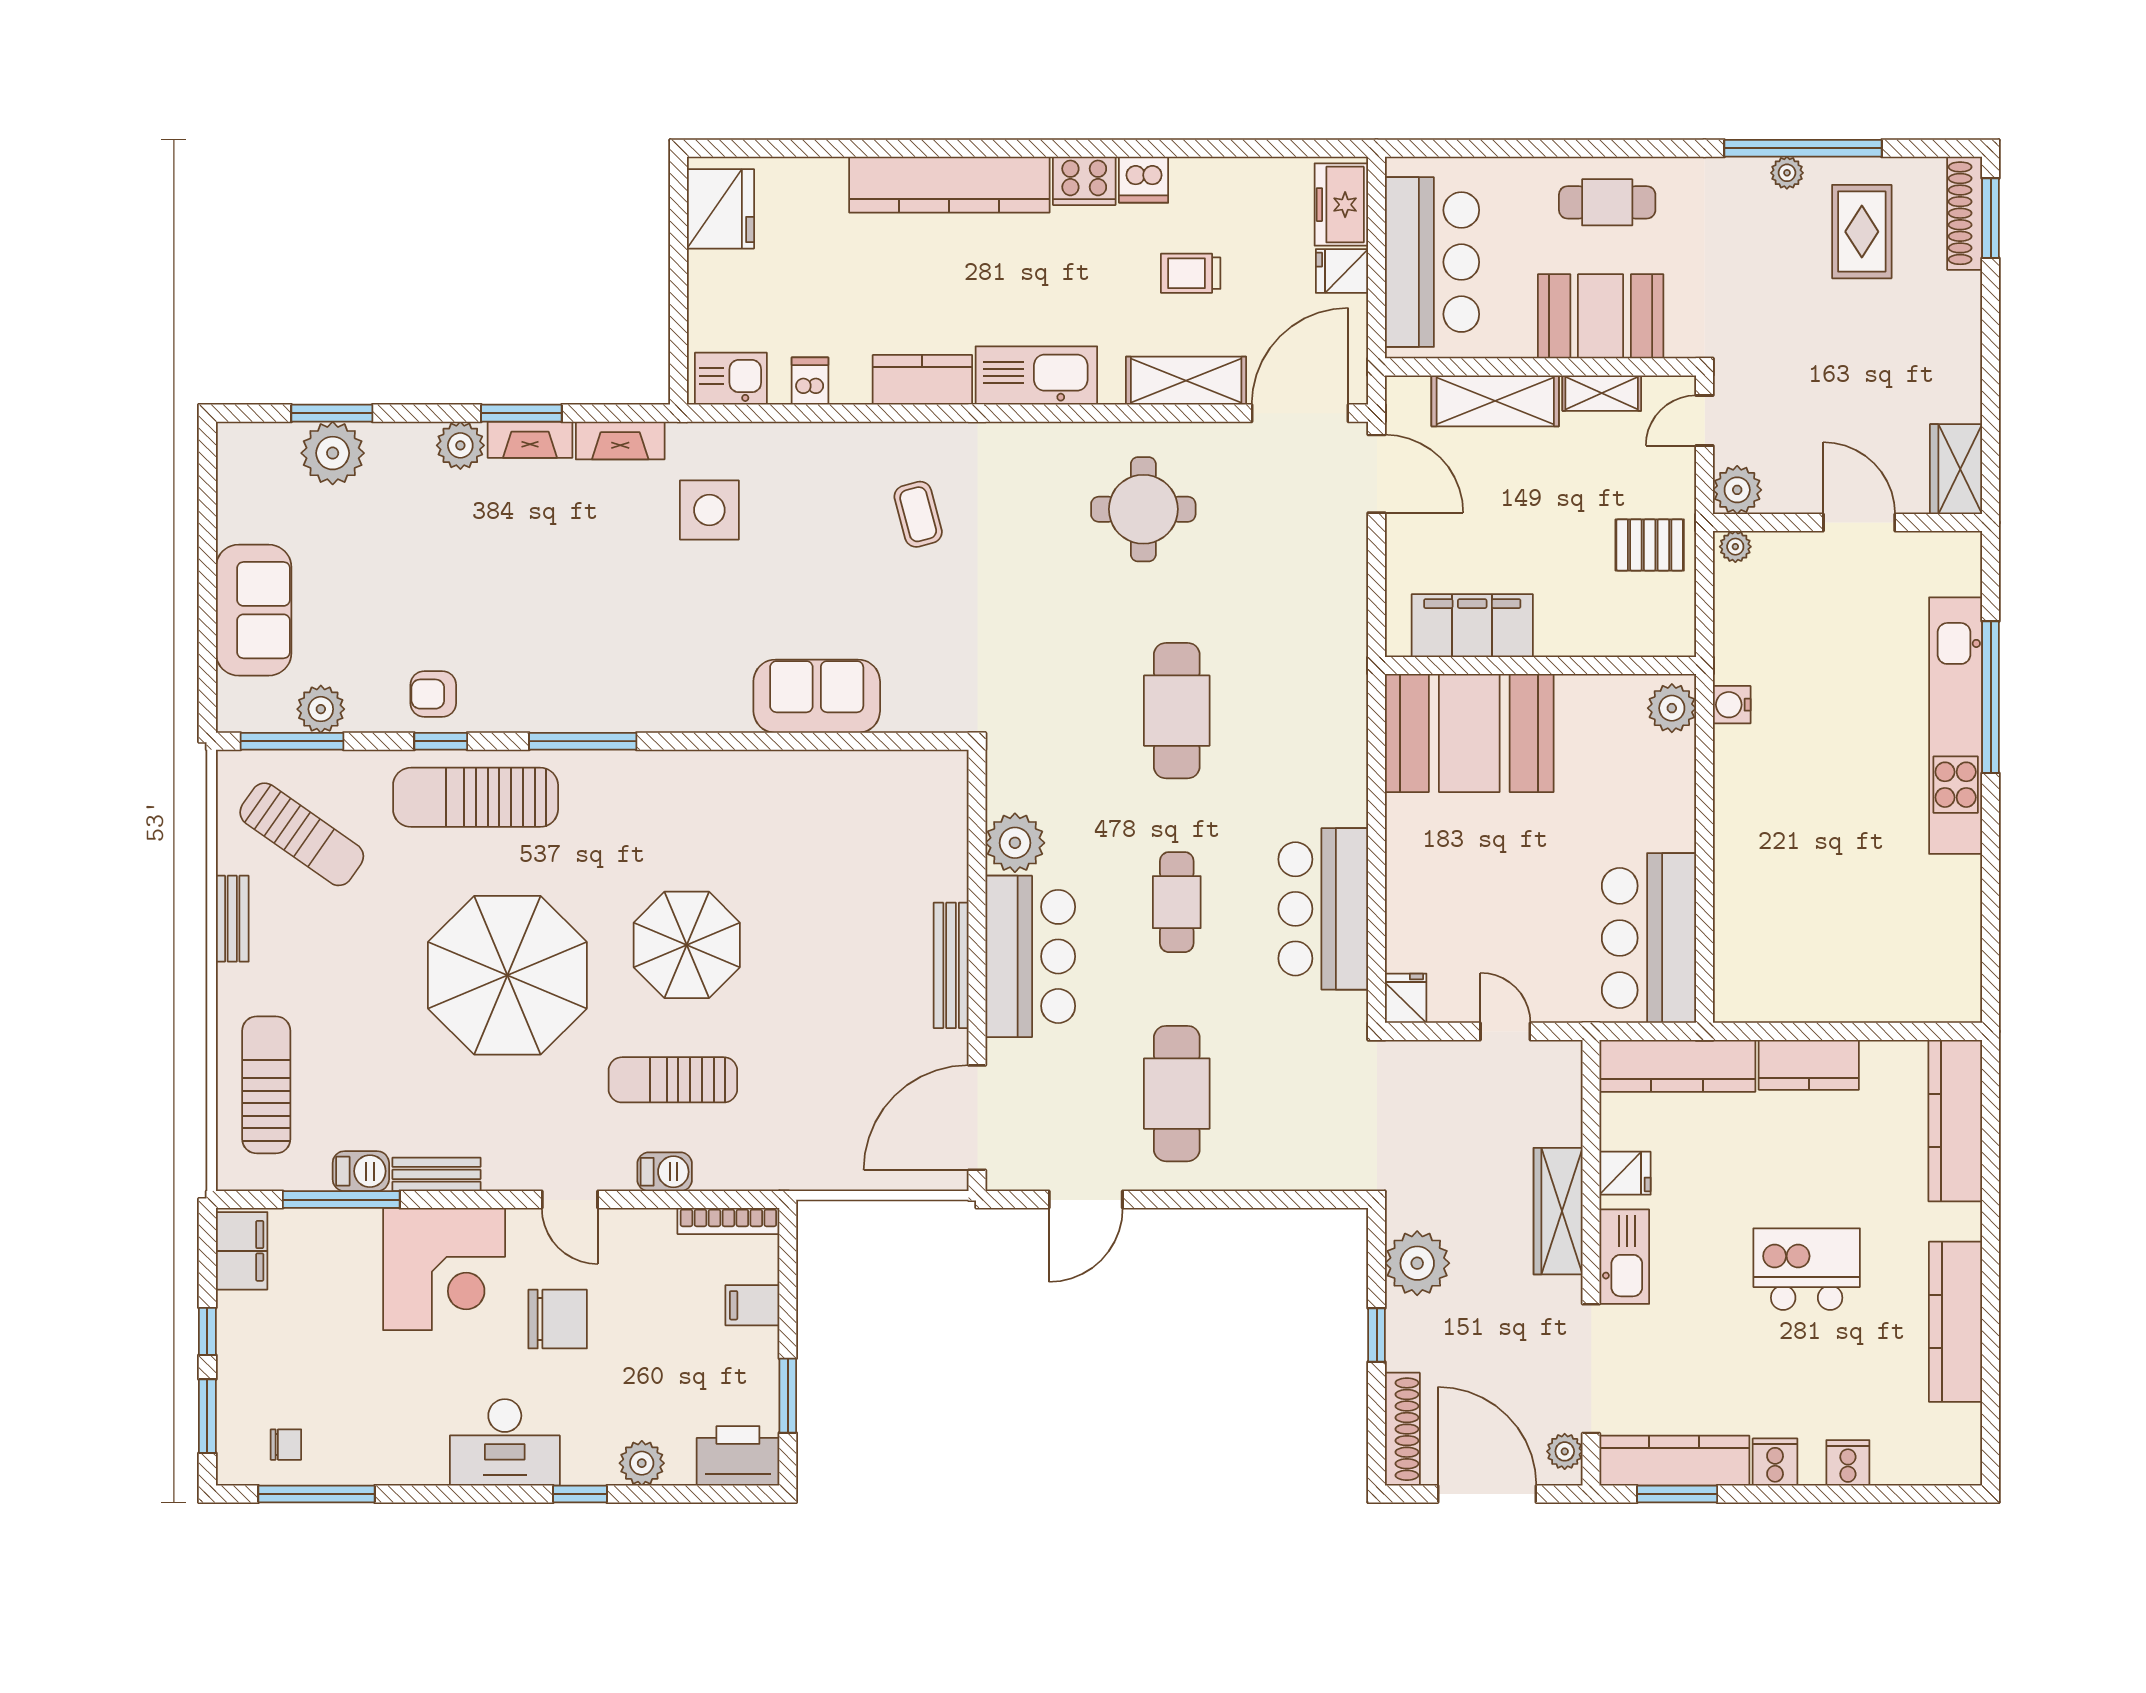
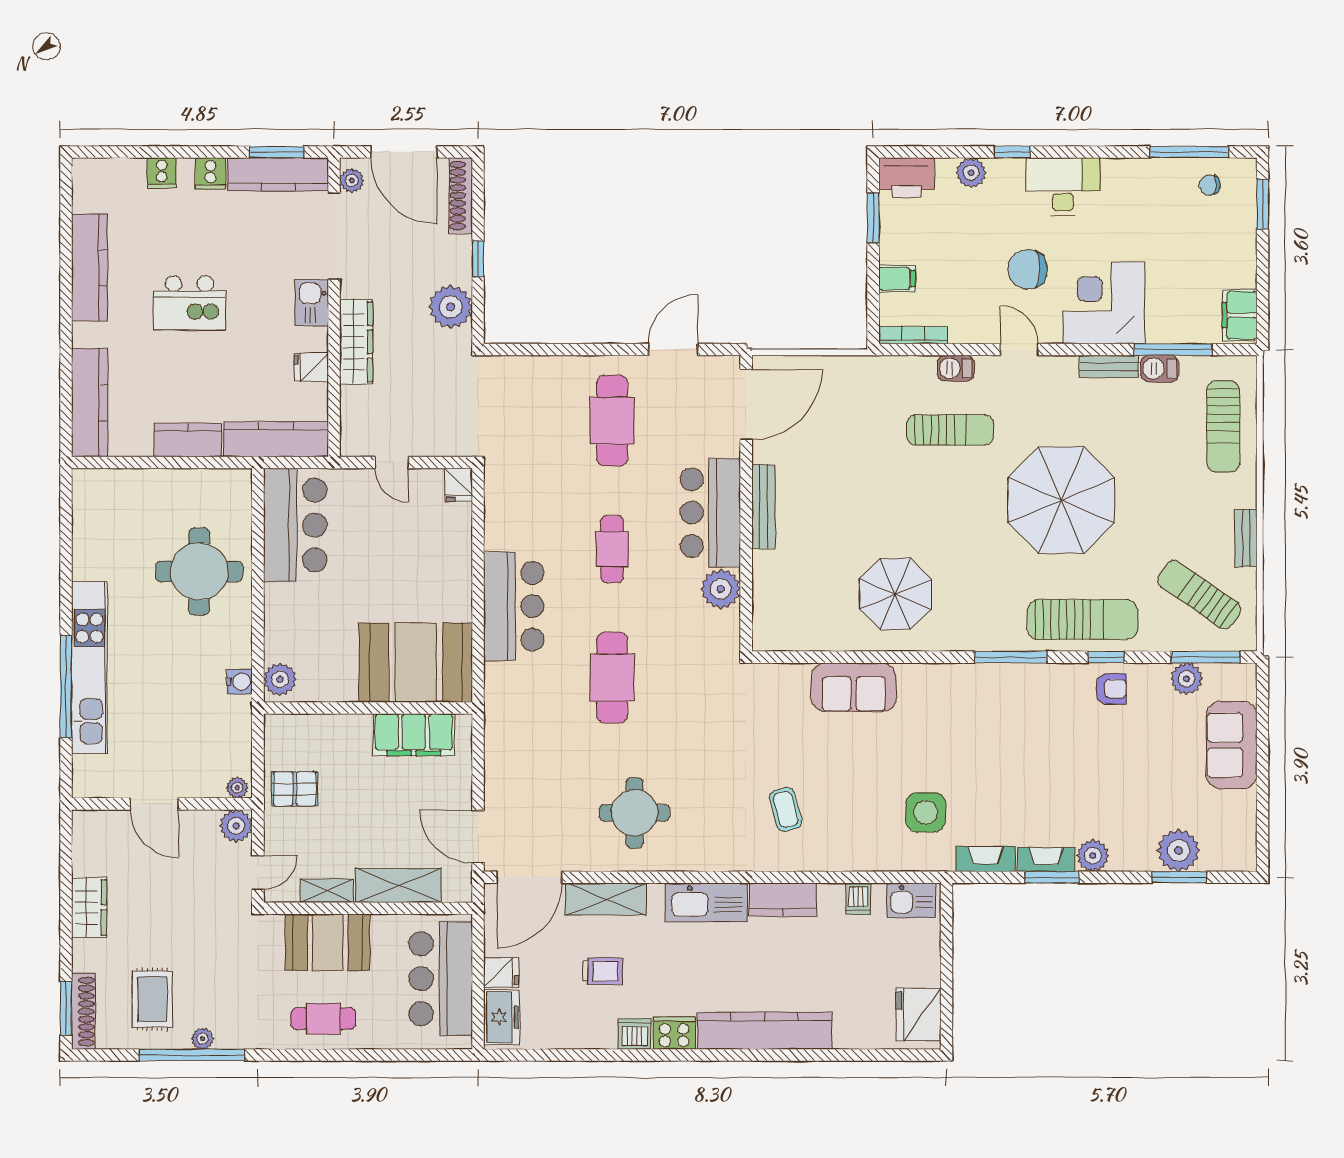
wardrobe: (1956, 469) -> (89, 907), moved
round table: (1792, 869) -> (199, 571), added
bar counter: (1323, 909) -> (514, 606), moved
parasol: (687, 945) -> (895, 594), moved
kitchen sink: (1624, 1257) -> (312, 303), width x0.73
window: (207, 1331) -> (1263, 261), removed

